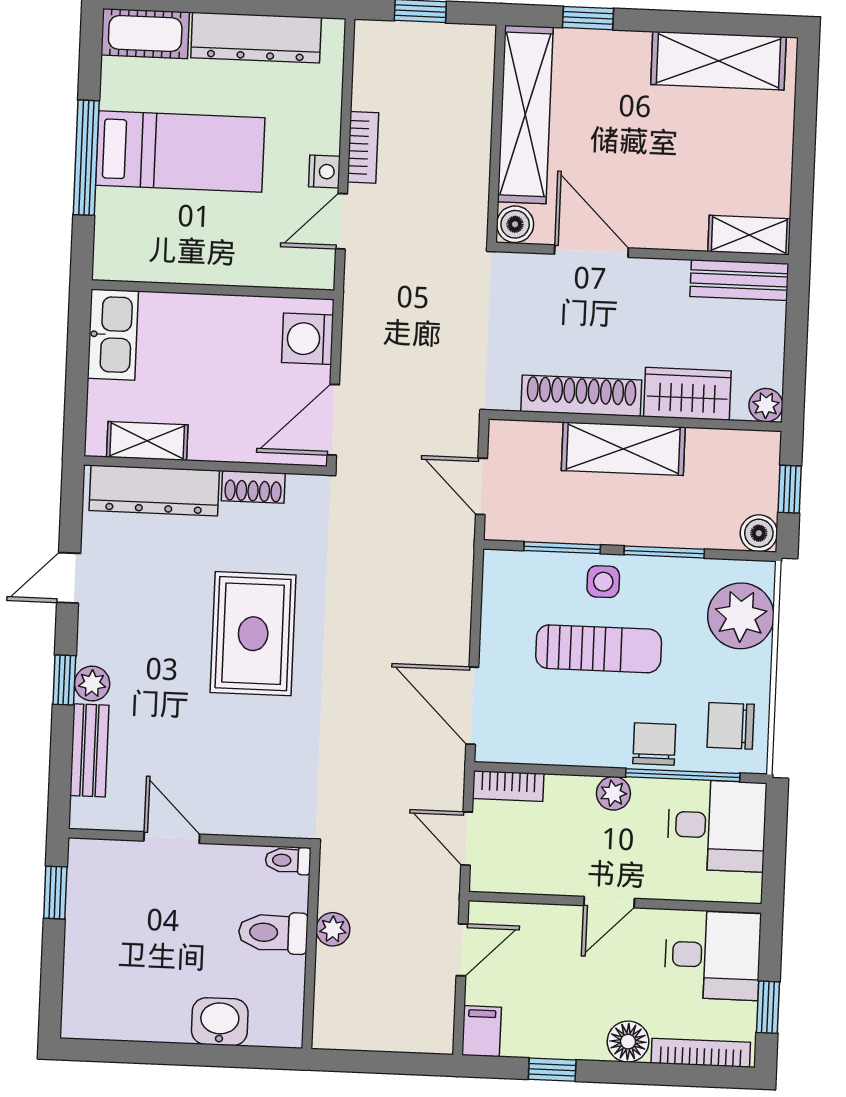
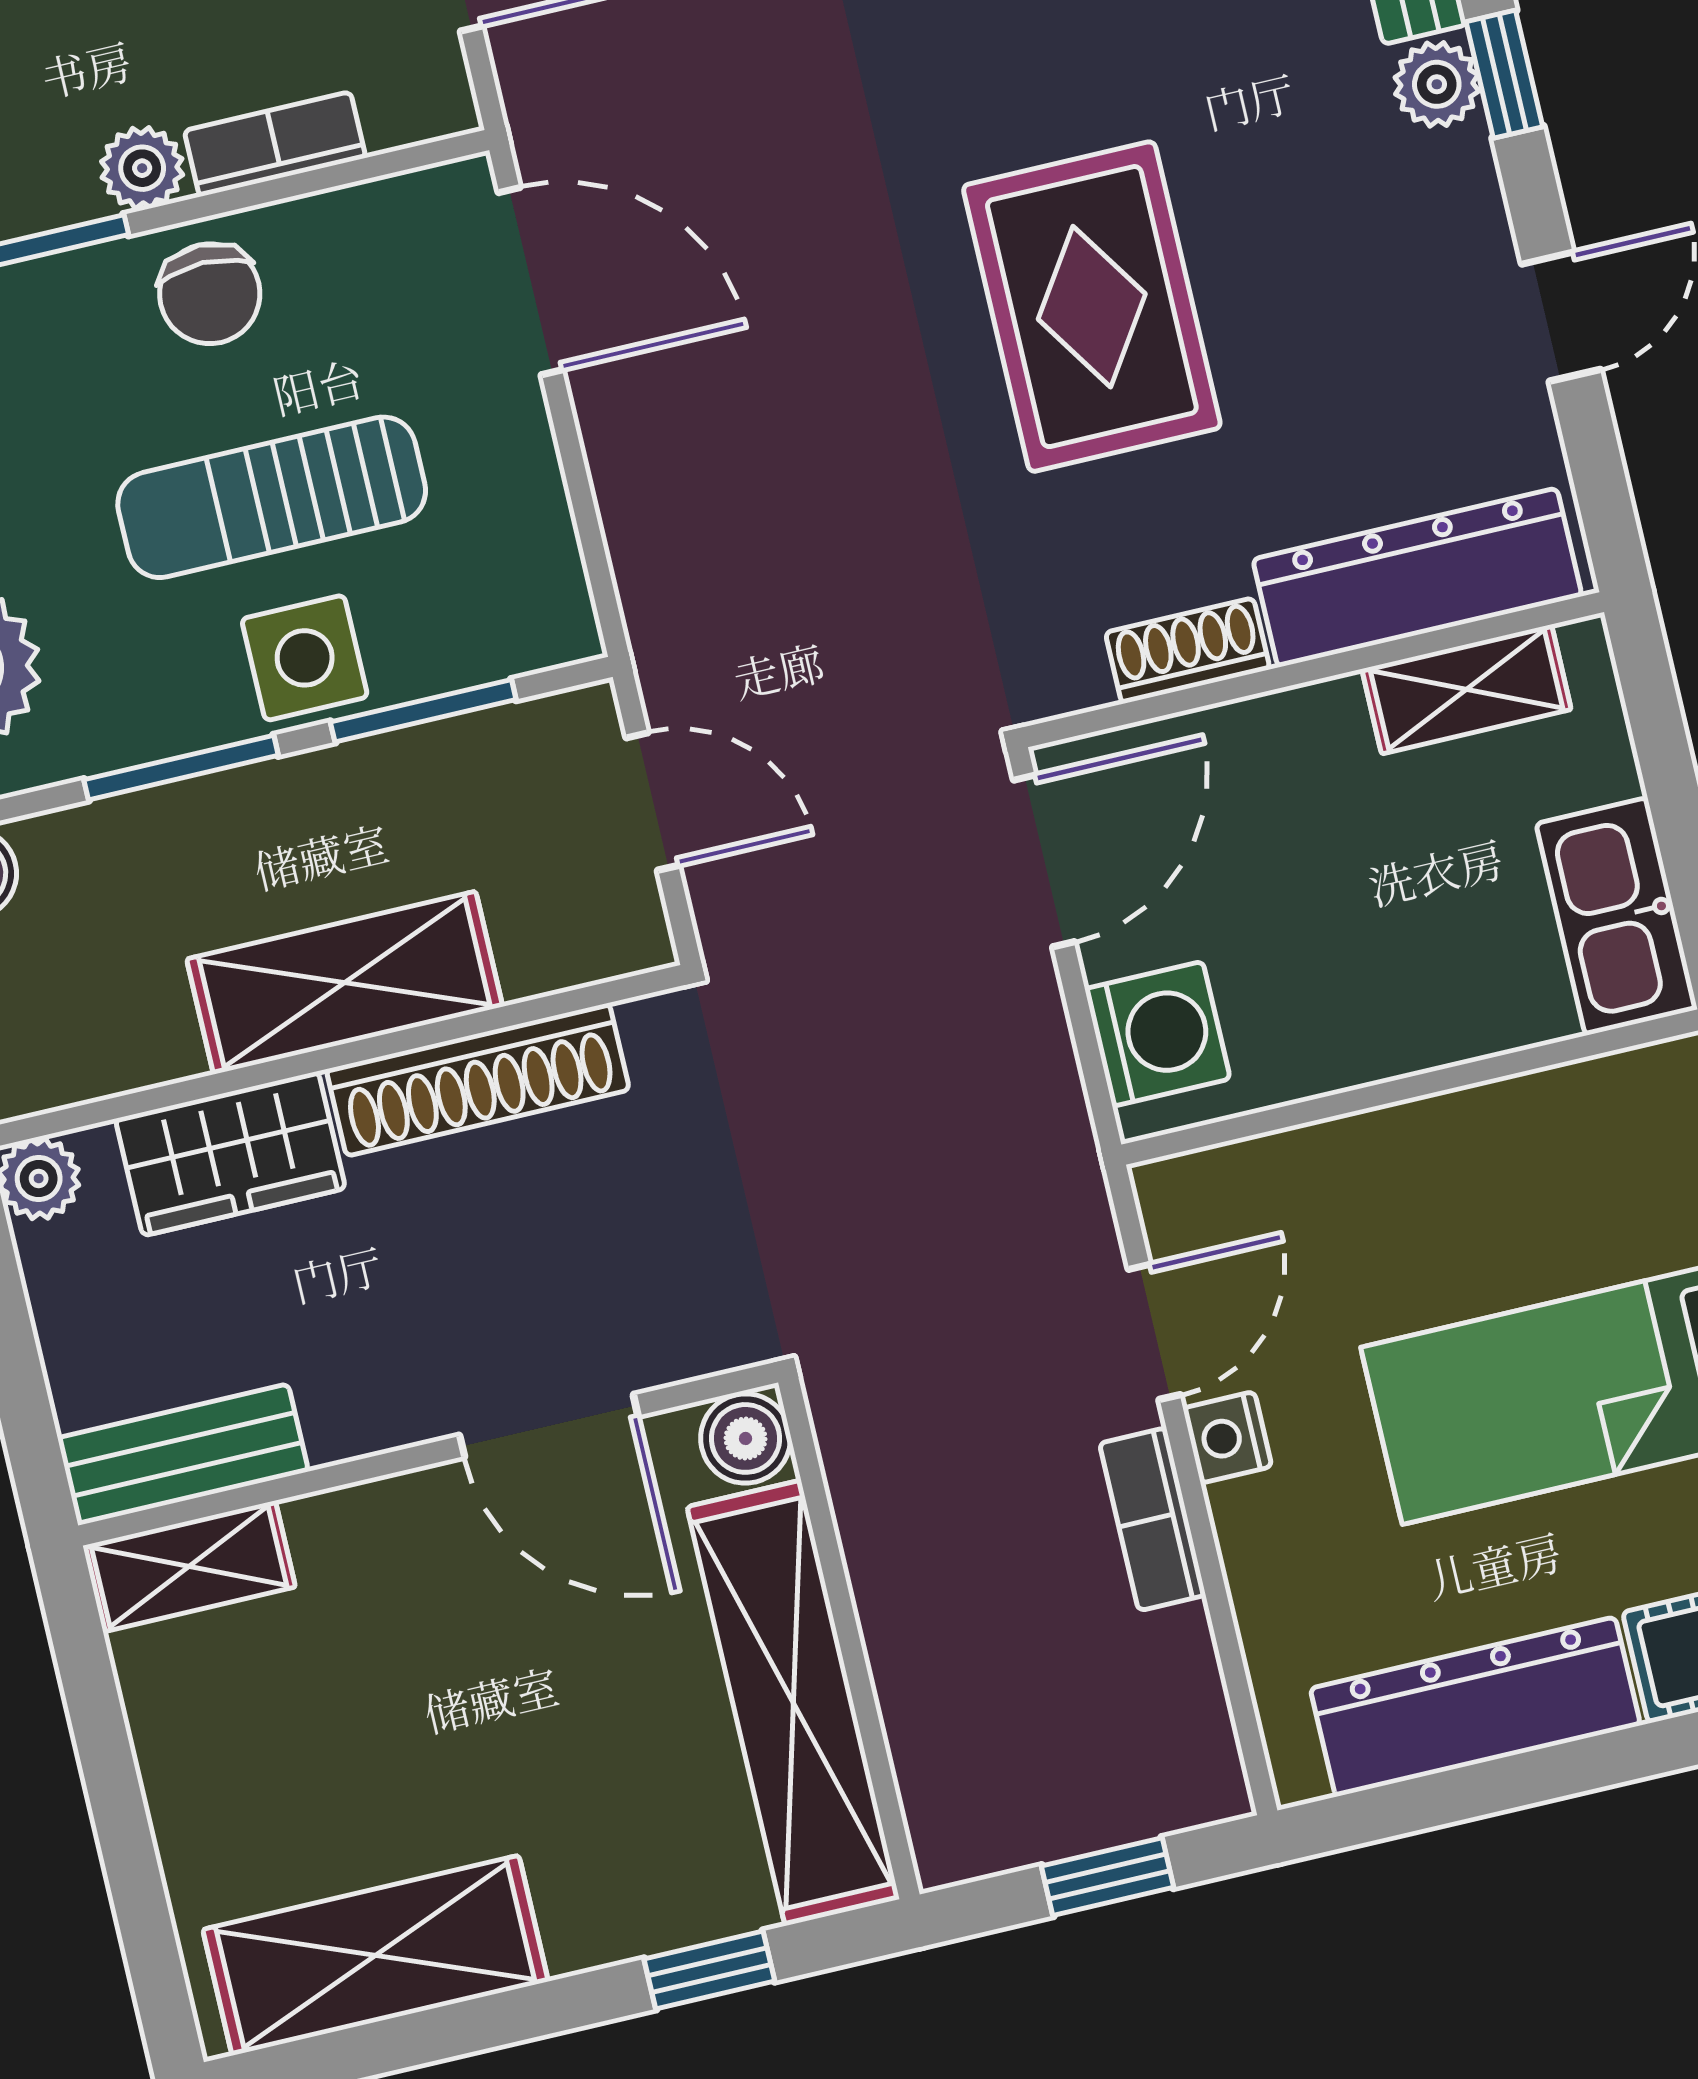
side table: (603, 582) -> (305, 658), width x1.37, depth x1.37
chair: (654, 744) -> (210, 294), moved
bookcase: (508, 786) -> (275, 144), moved

